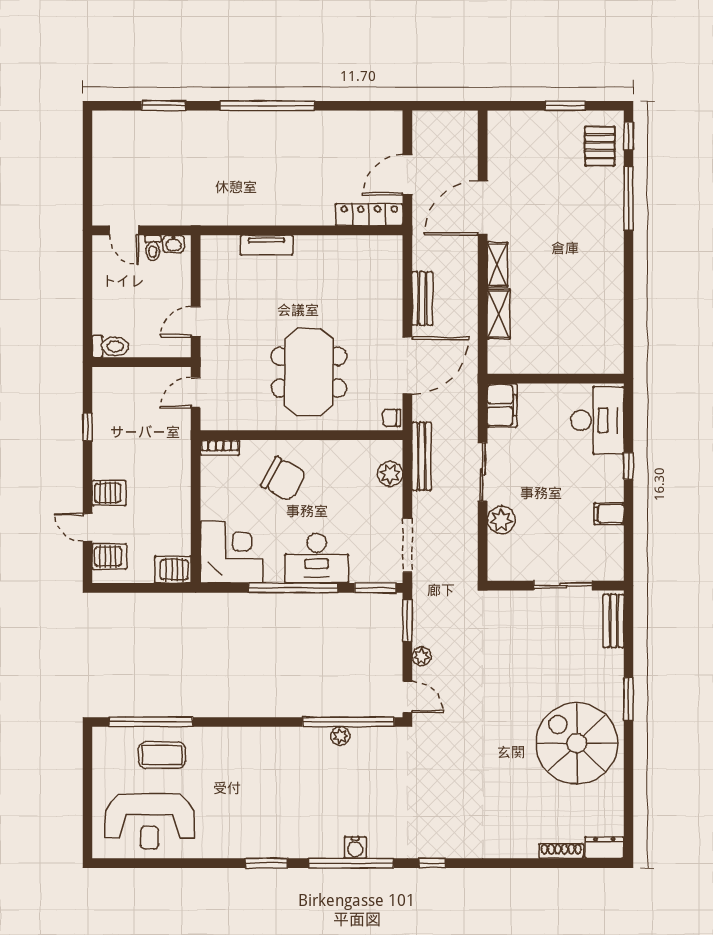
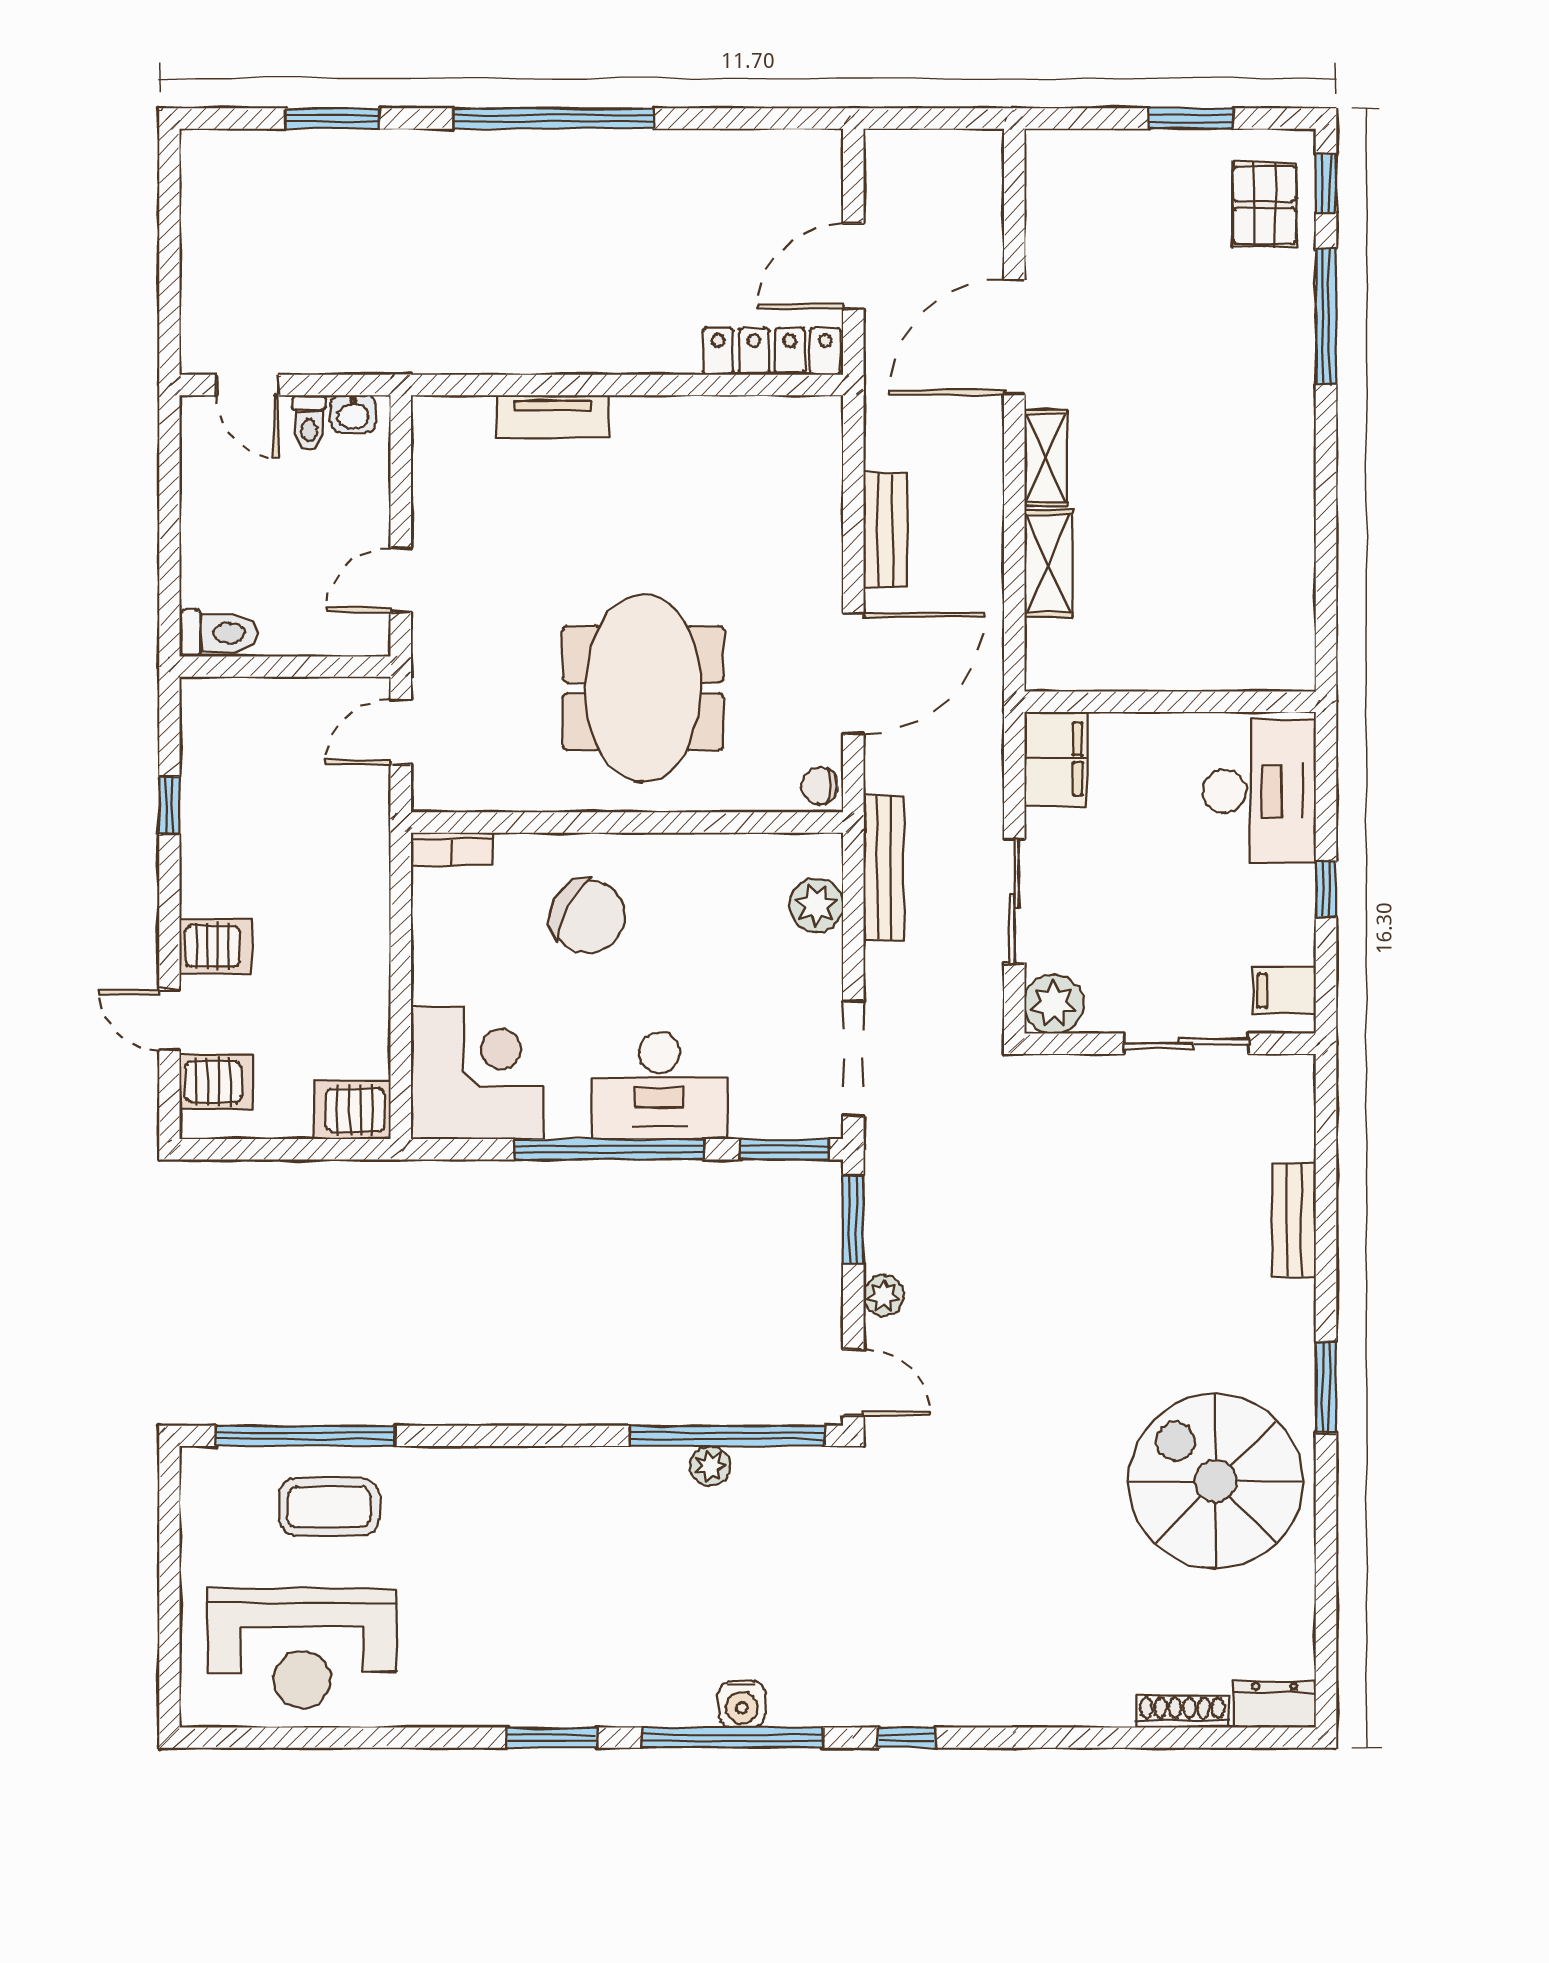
wall: (556, 586) -> (1170, 1044), moved
sliding door: (563, 586) -> (1186, 1044), moved

